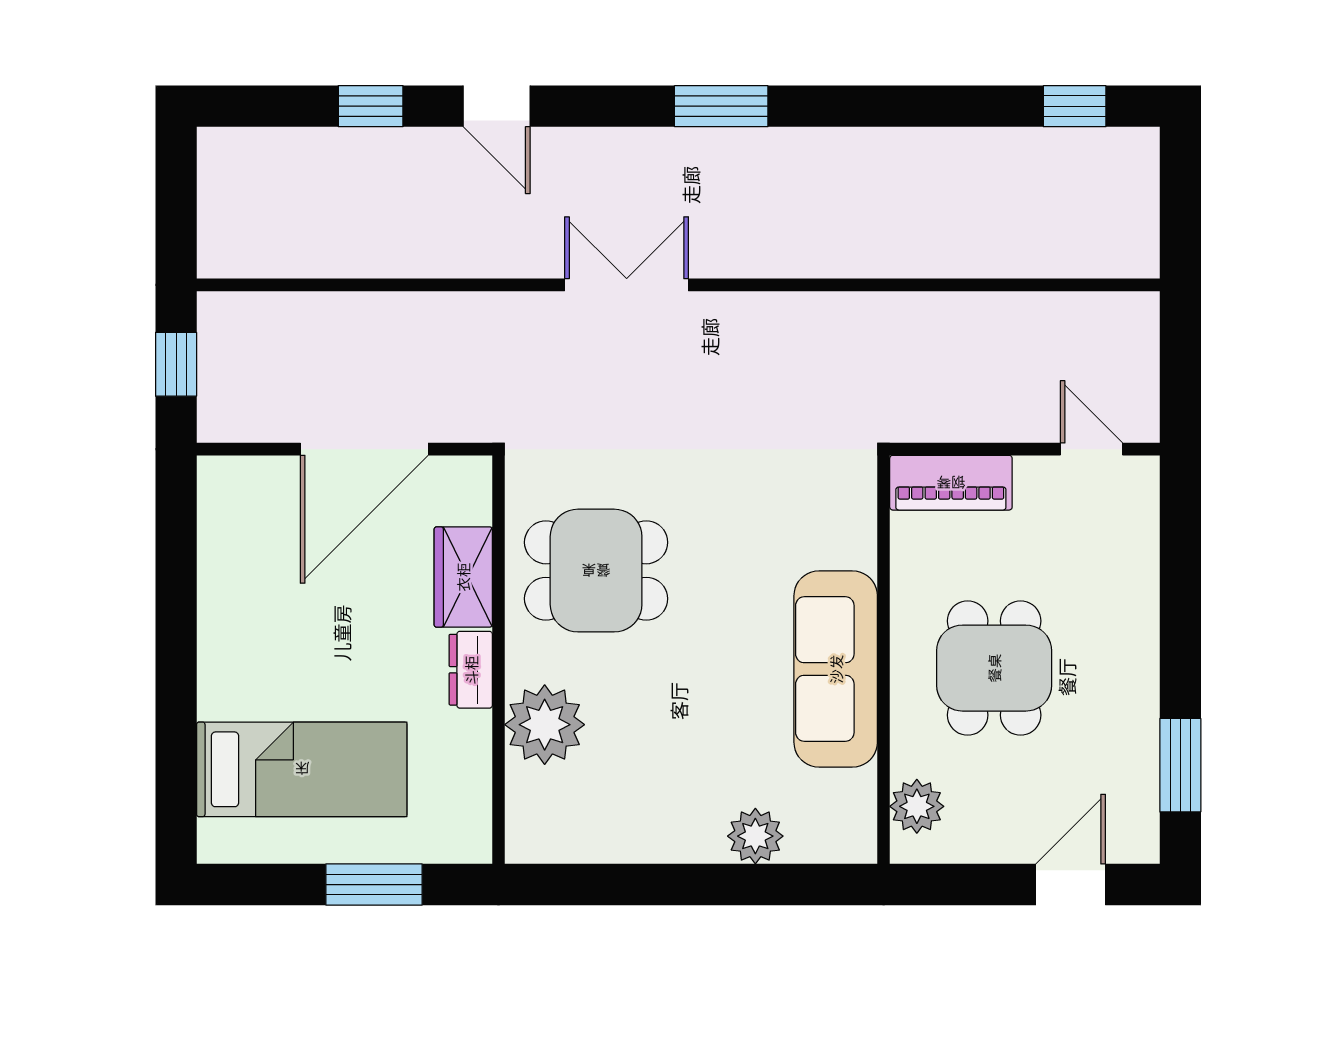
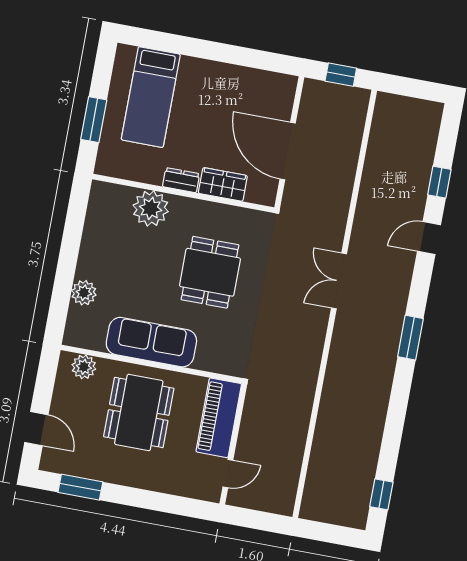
double door: (627, 285) -> (339, 281), swing flipped
piano: (951, 483) -> (219, 418), width x1.37, depth x1.33
dining table: (596, 571) -> (210, 272), moved
dining table: (994, 668) -> (139, 412), width x1.38

